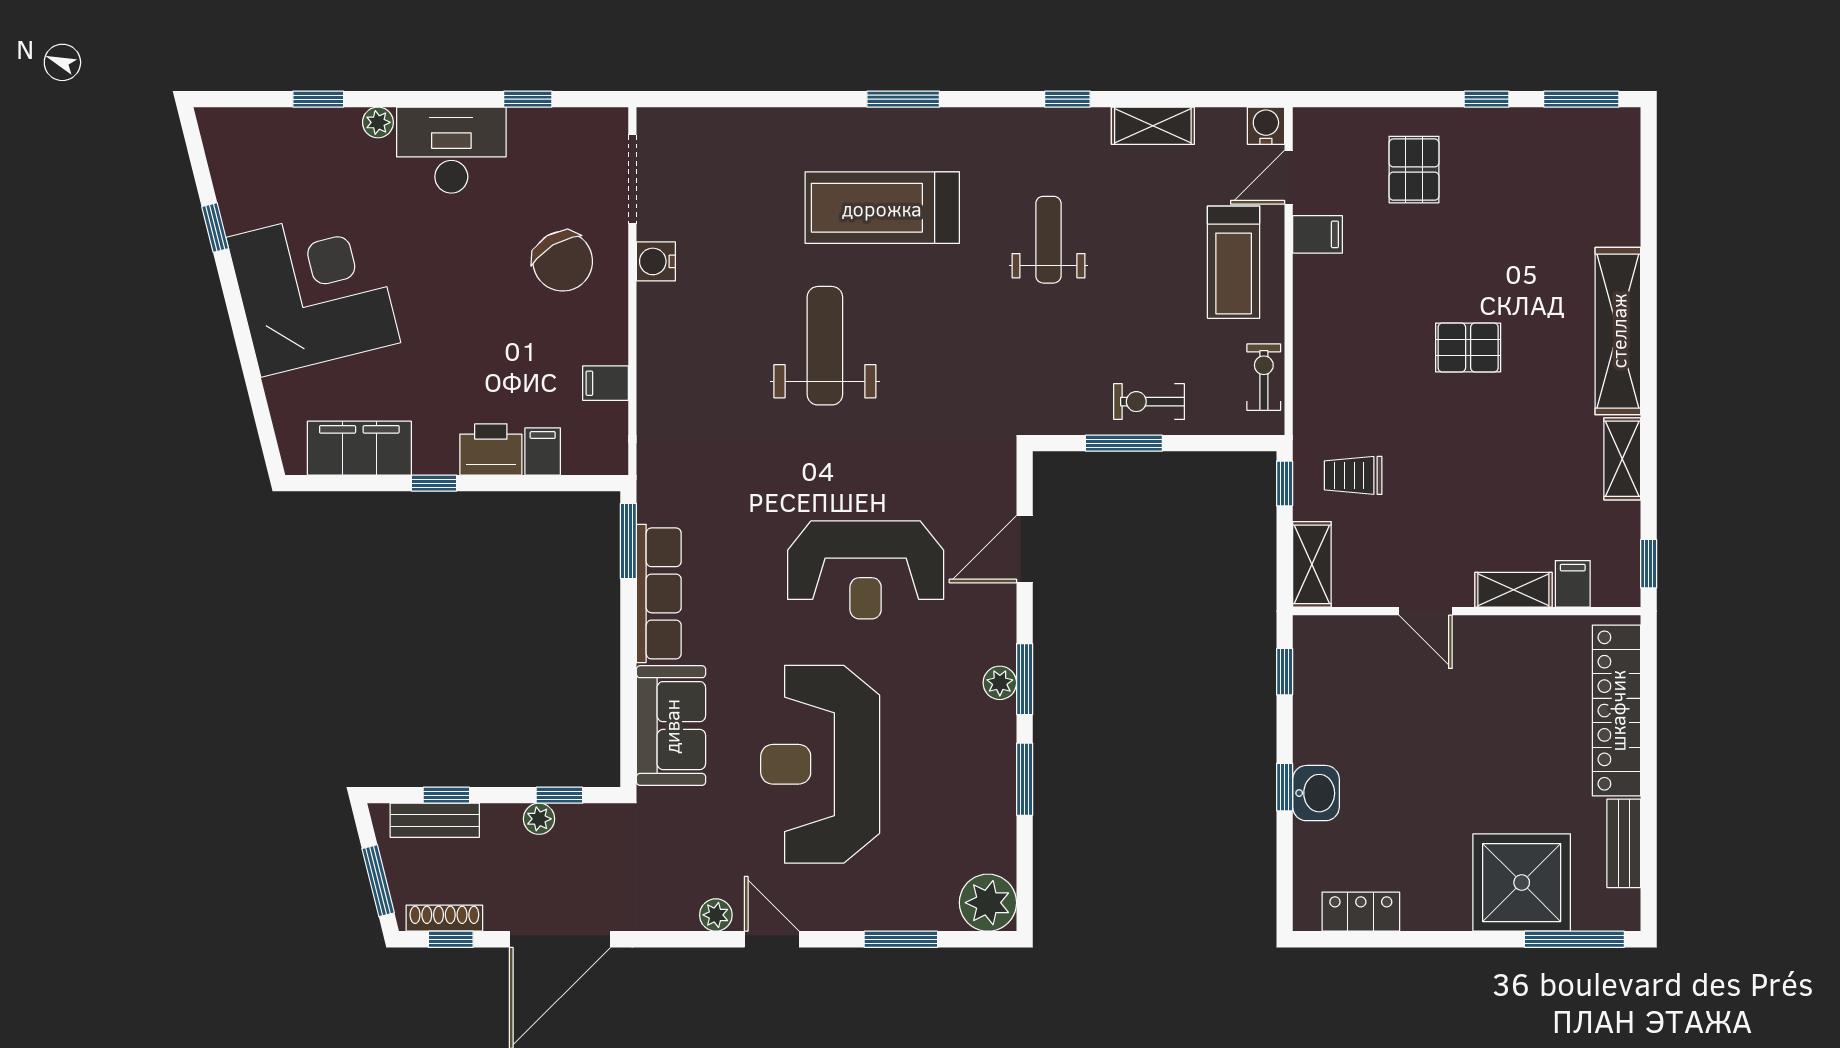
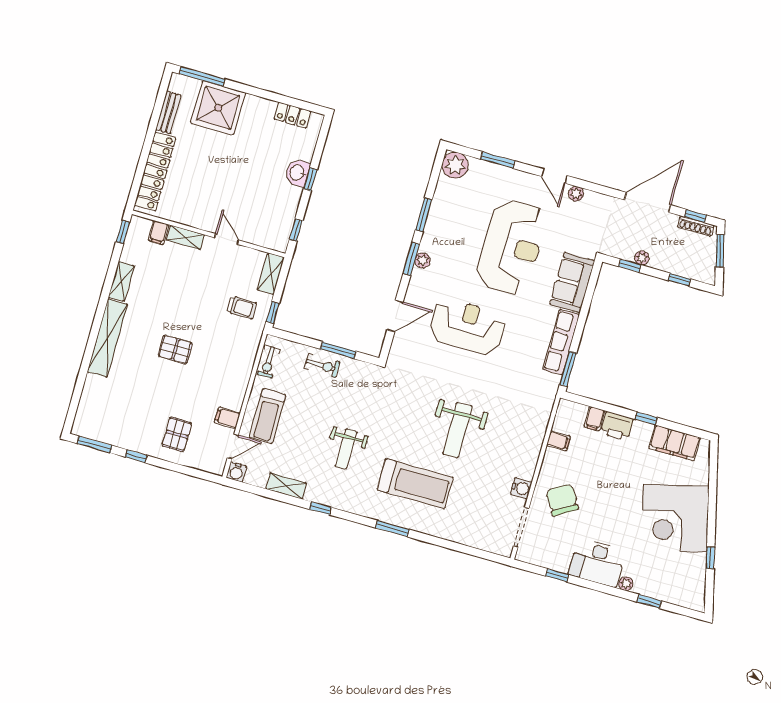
treadmill: (1234, 262) -> (268, 416), turned 180
bench: (435, 820) -> (688, 270), removed

